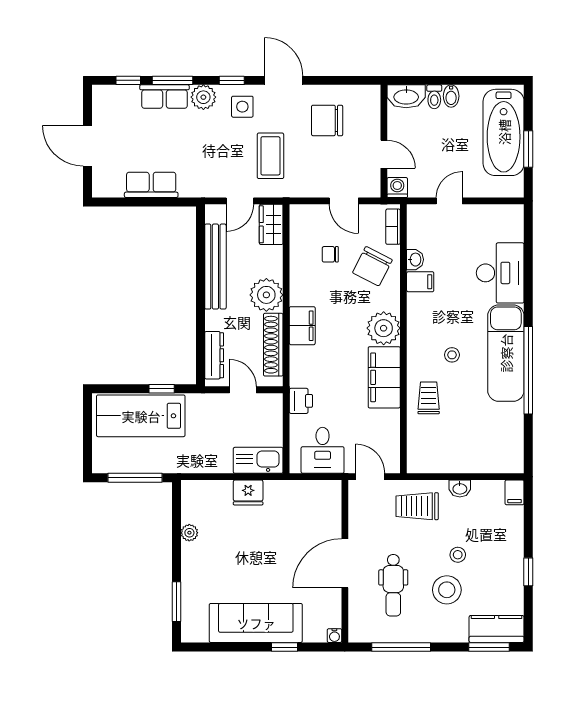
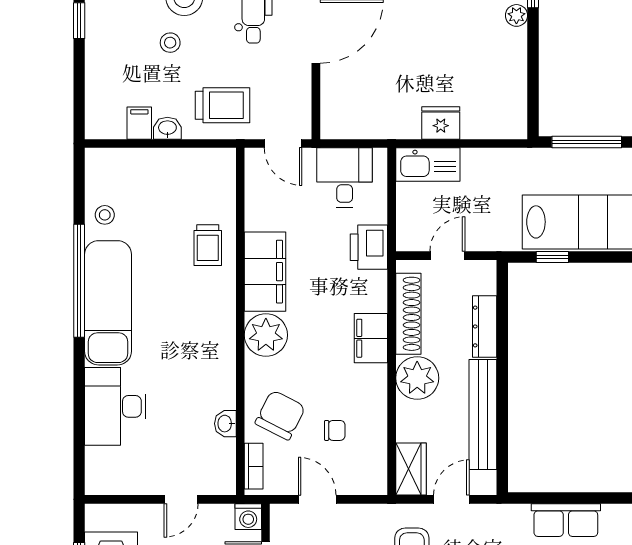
filing cabinet: (420, 282) -> (219, 395), removed
dresser: (214, 355) -> (485, 326), moved
stool: (452, 355) -> (105, 215), moved
door: (243, 390) -> (447, 256), swing flipped
printer: (301, 401) -> (369, 247), width x1.36, depth x1.24
filing cabinet: (515, 492) -> (139, 123), moved
plant: (189, 533) -> (516, 15), moved

